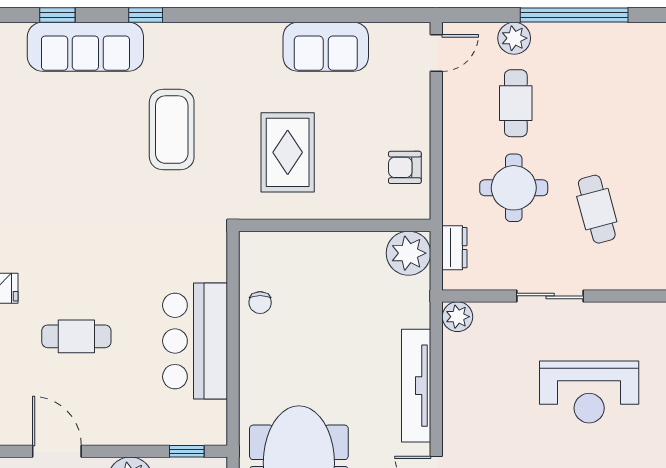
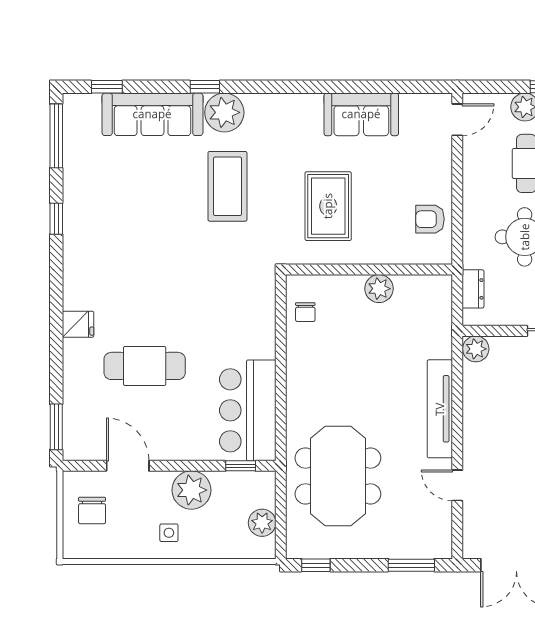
window: (57, 15) -> (107, 87), moved
plant: (168, 45) -> (224, 112), added
plant: (408, 253) -> (379, 289), moved, width x0.73, depth x0.73
chair: (260, 303) -> (305, 312), moved
cafe table: (76, 336) -> (145, 366), width x1.37, depth x1.35
bar counter: (195, 341) -> (248, 410), moved

